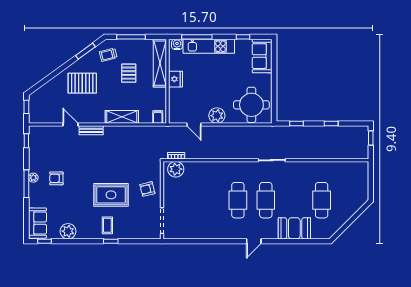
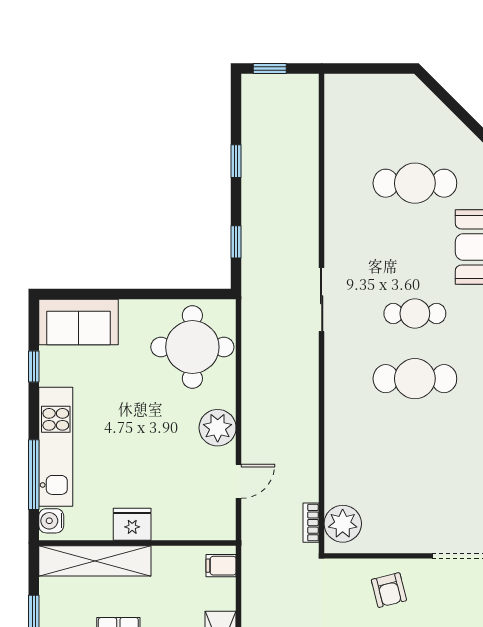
cafe table: (266, 200) -> (415, 313), width x0.73, depth x0.74

